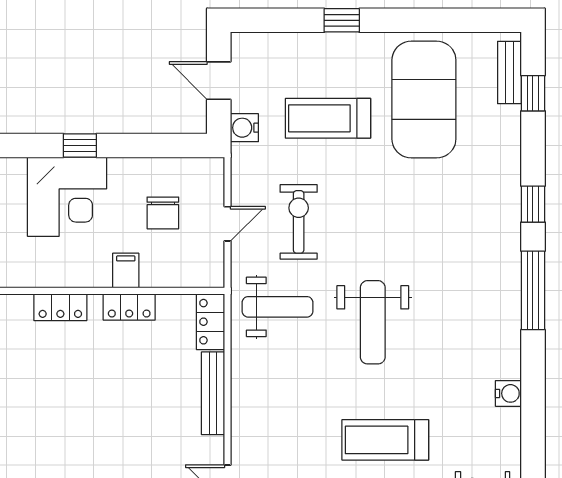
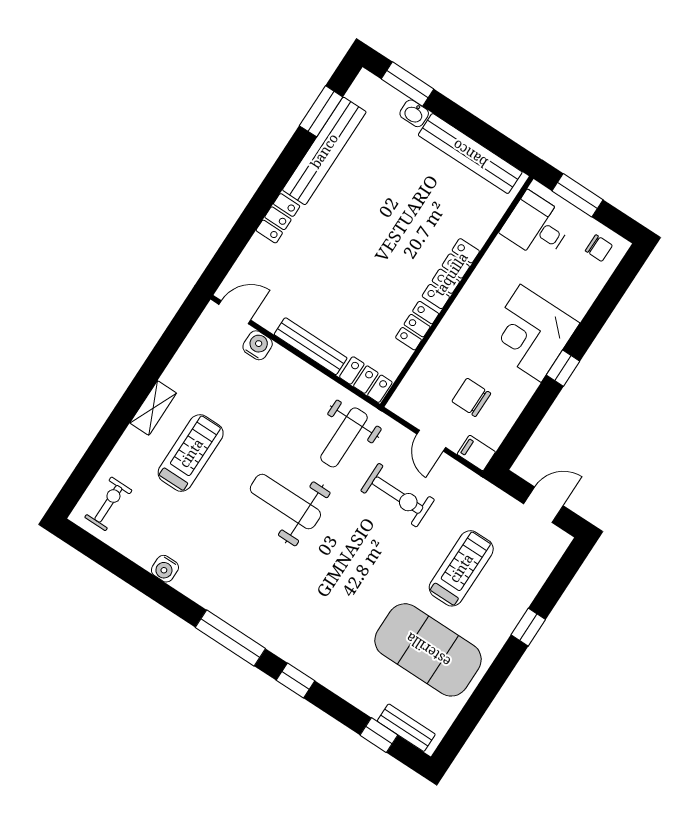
water cooler: (244, 128) -> (258, 345), moved
filing cabinet: (126, 271) -> (476, 453), moved, turned 180
locker: (60, 307) -> (451, 274), width x1.53

